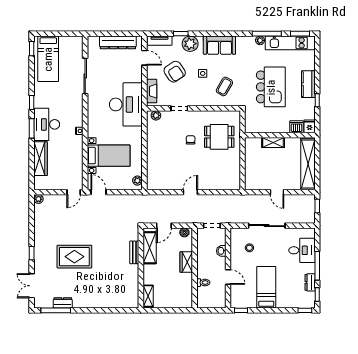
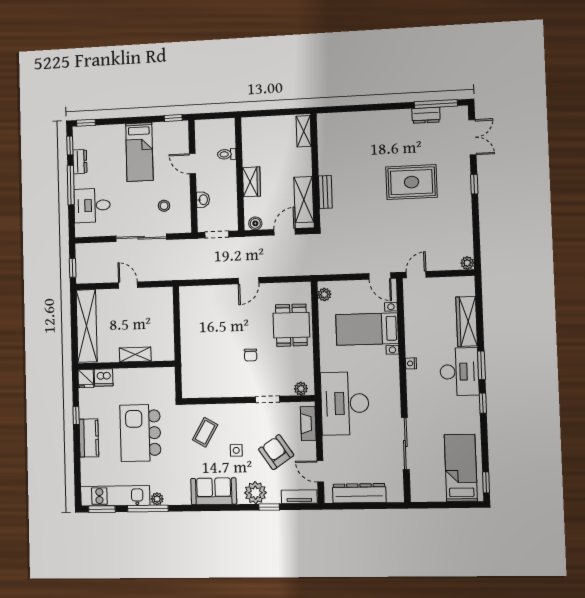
dining table: (219, 137) -> (291, 325), moved, turned 90

